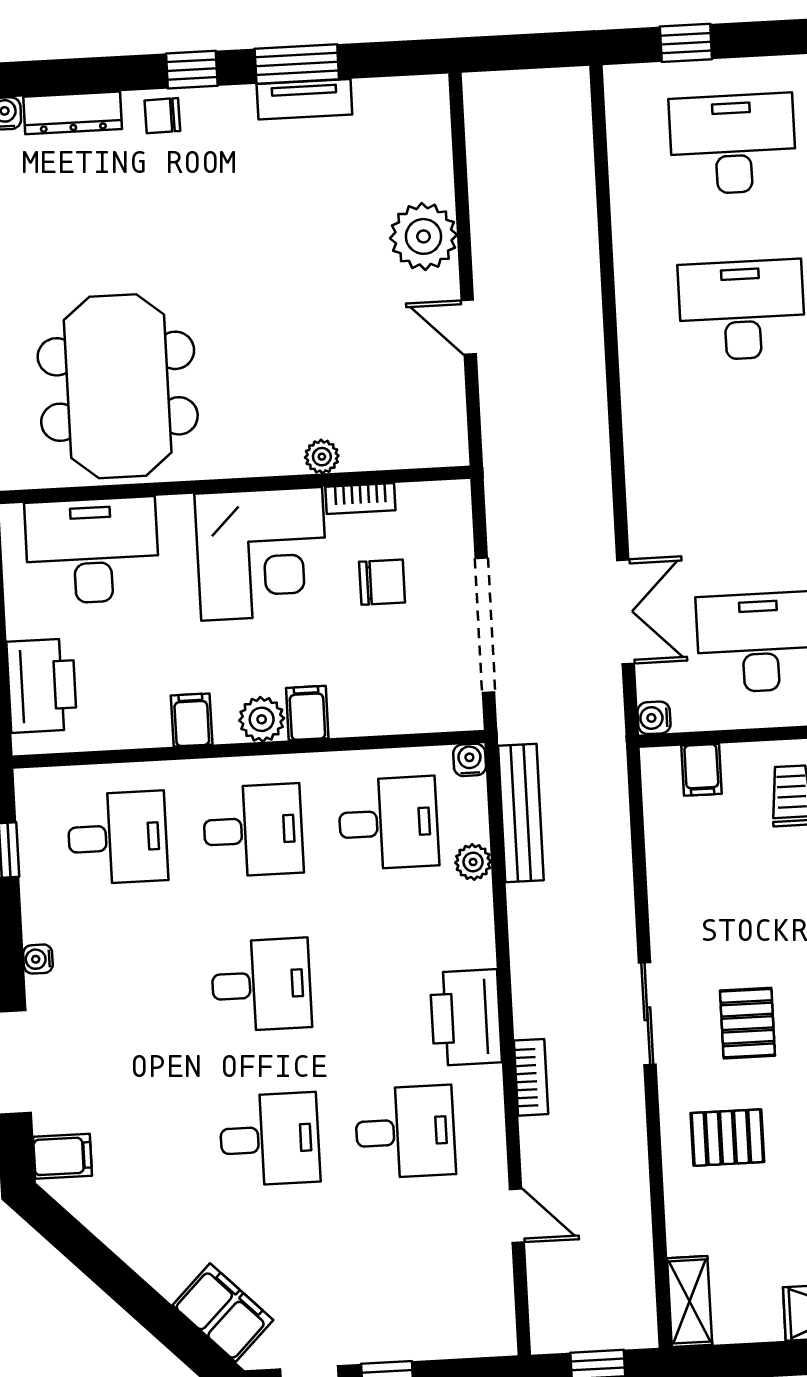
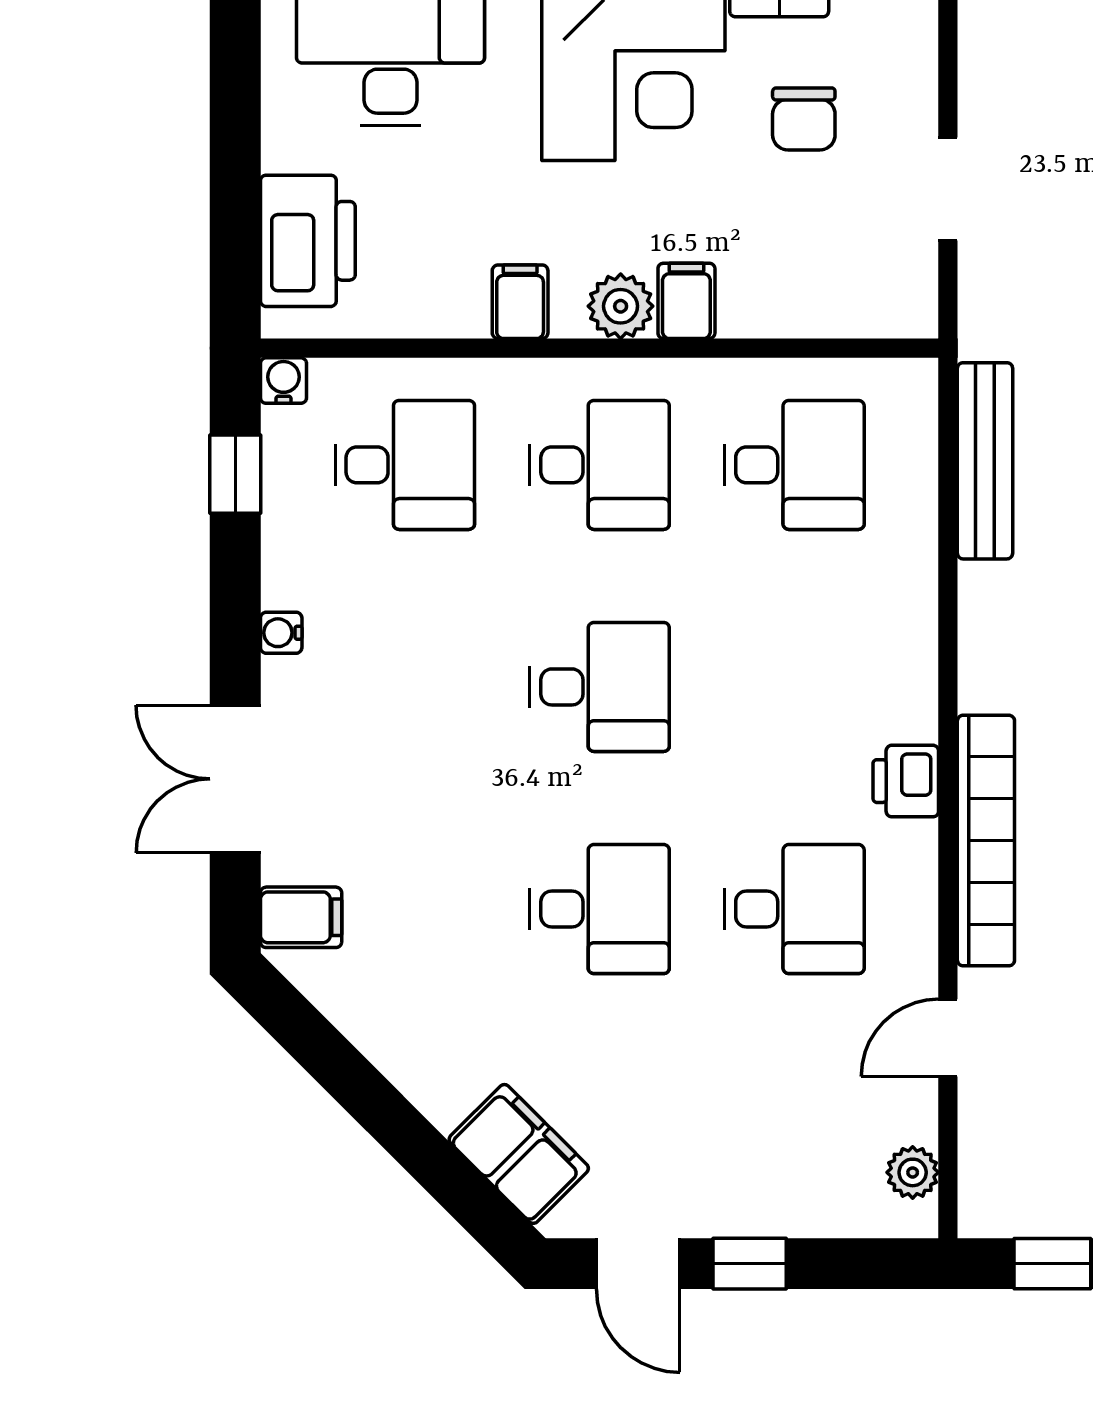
chair: (382, 582) -> (804, 119), turned 90
doorway: (485, 625) -> (948, 189), width x0.53
water cooler: (470, 760) -> (283, 381), moved
plant: (473, 862) -> (913, 1172), moved
printer: (466, 1017) -> (906, 781), width x0.53, depth x0.68
bookcase: (531, 1077) -> (986, 841), width x2.31, depth x1.31
door: (517, 1216) -> (948, 1038), swing flipped

